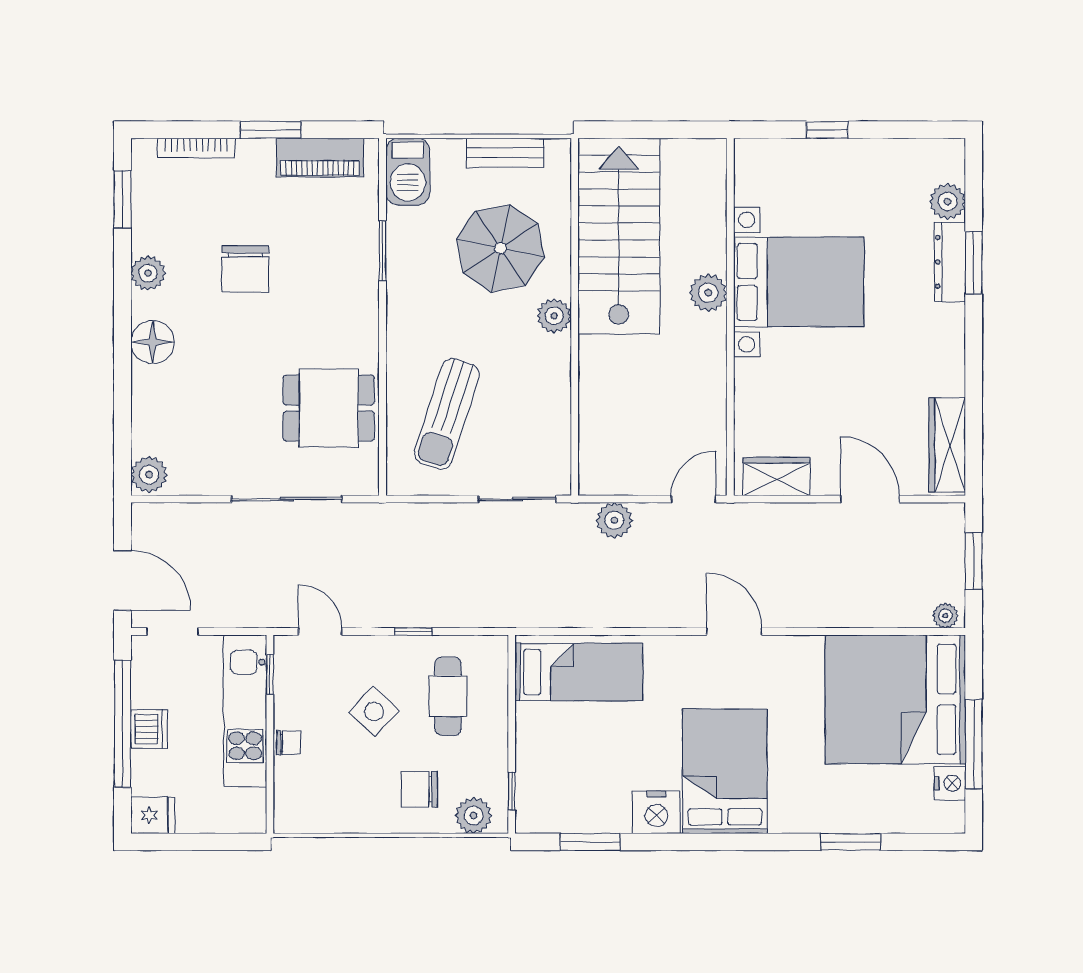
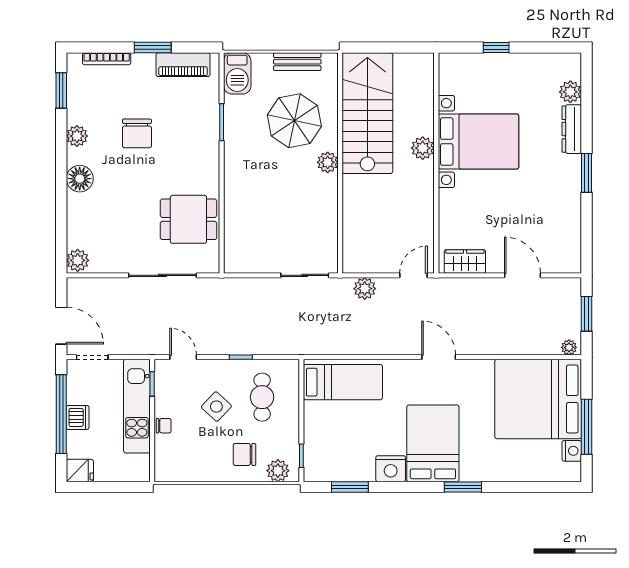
window: (974, 263) -> (586, 173), moved
sun lounger: (447, 414) -> (261, 223), removed
wardrobe: (947, 445) -> (570, 242), removed
window: (850, 842) -> (463, 487), moved

